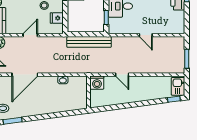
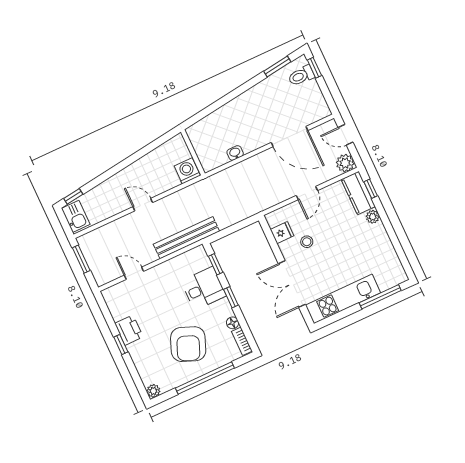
door: (146, 35) -> (134, 273), moved
bench: (89, 42) -> (186, 238), moved
door: (25, 75) -> (290, 136), swing flipped
door: (122, 75) -> (143, 205), moved

